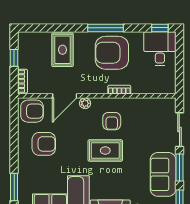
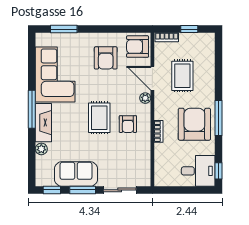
rug: (63, 50) -> (182, 76), moved, turned 90
armchair: (32, 111) -> (138, 47), turned 90
armchair: (112, 121) -> (128, 124), turned -90

